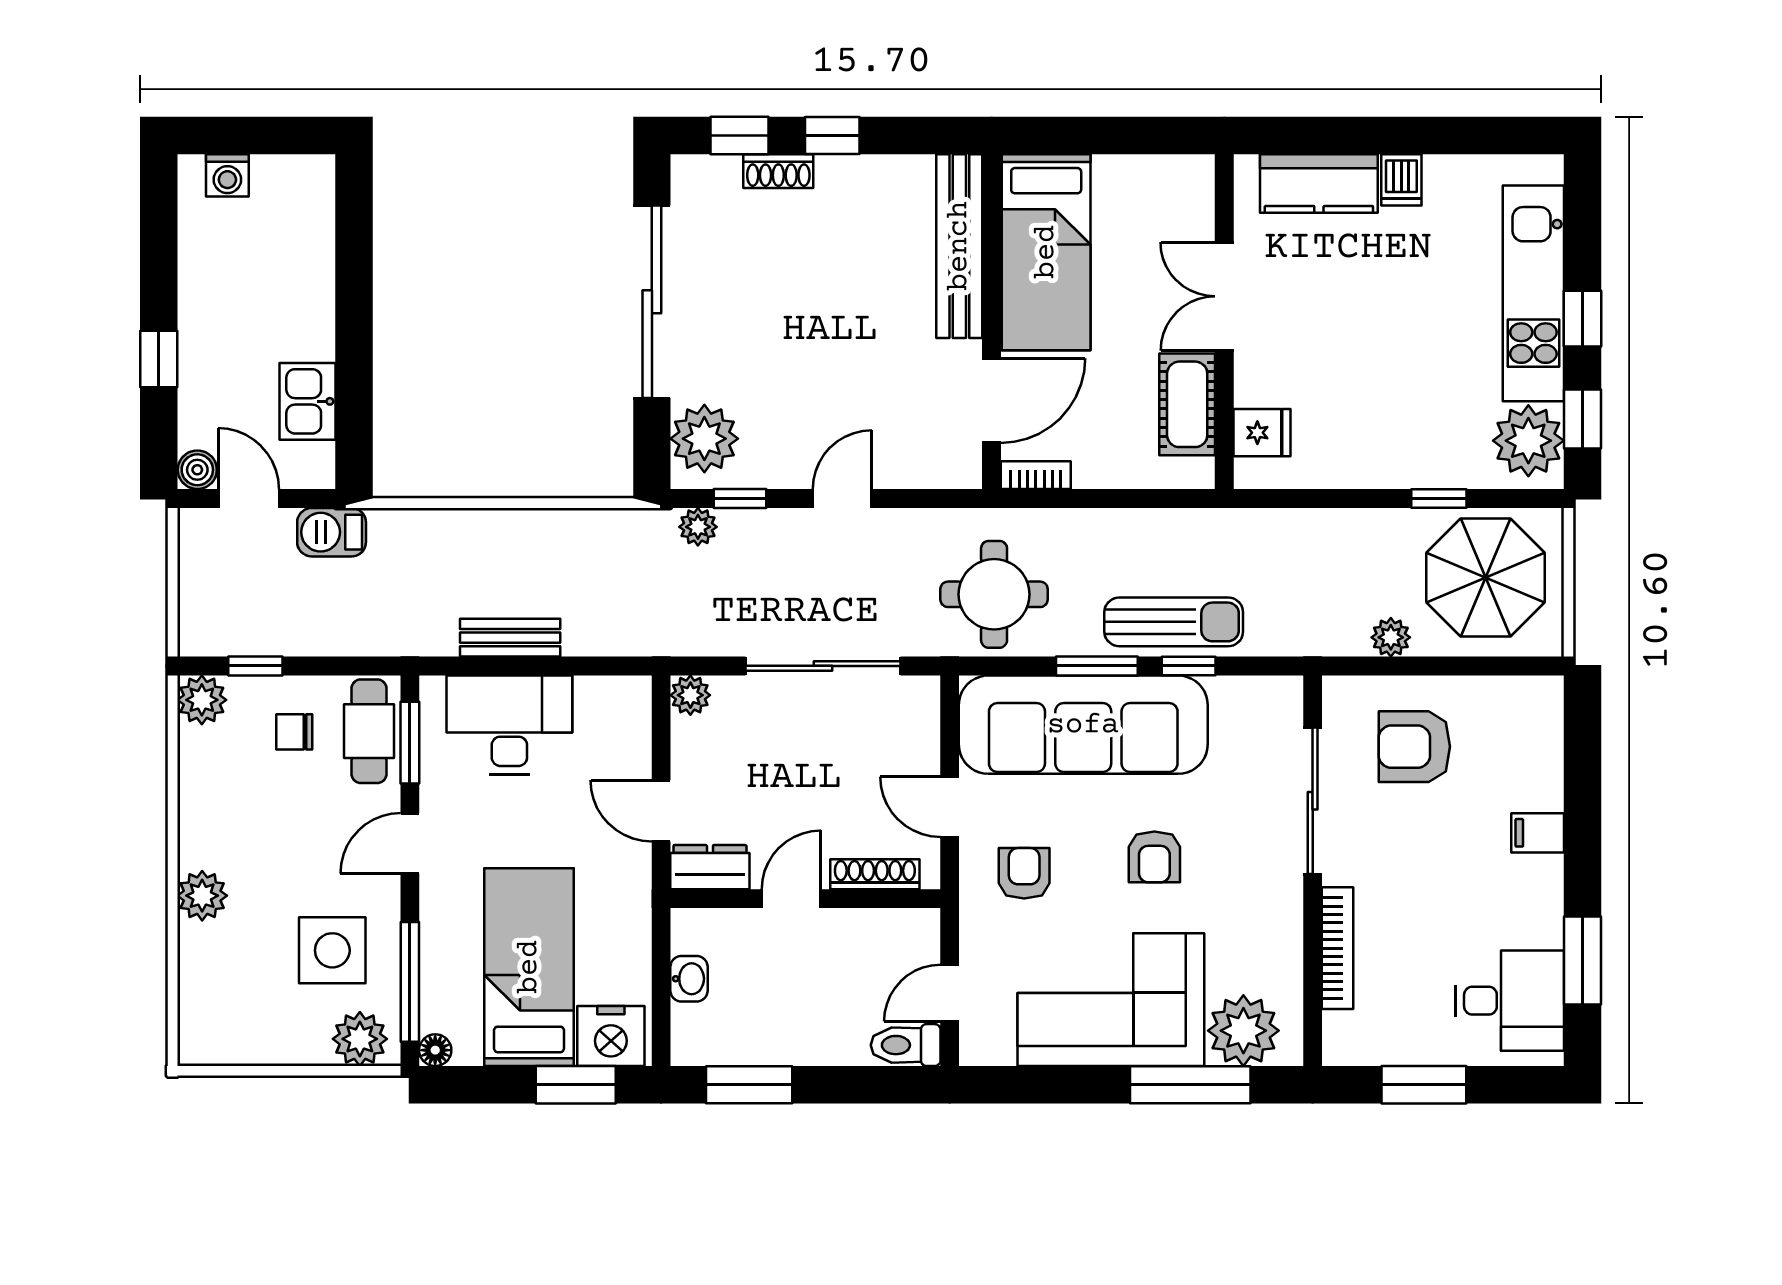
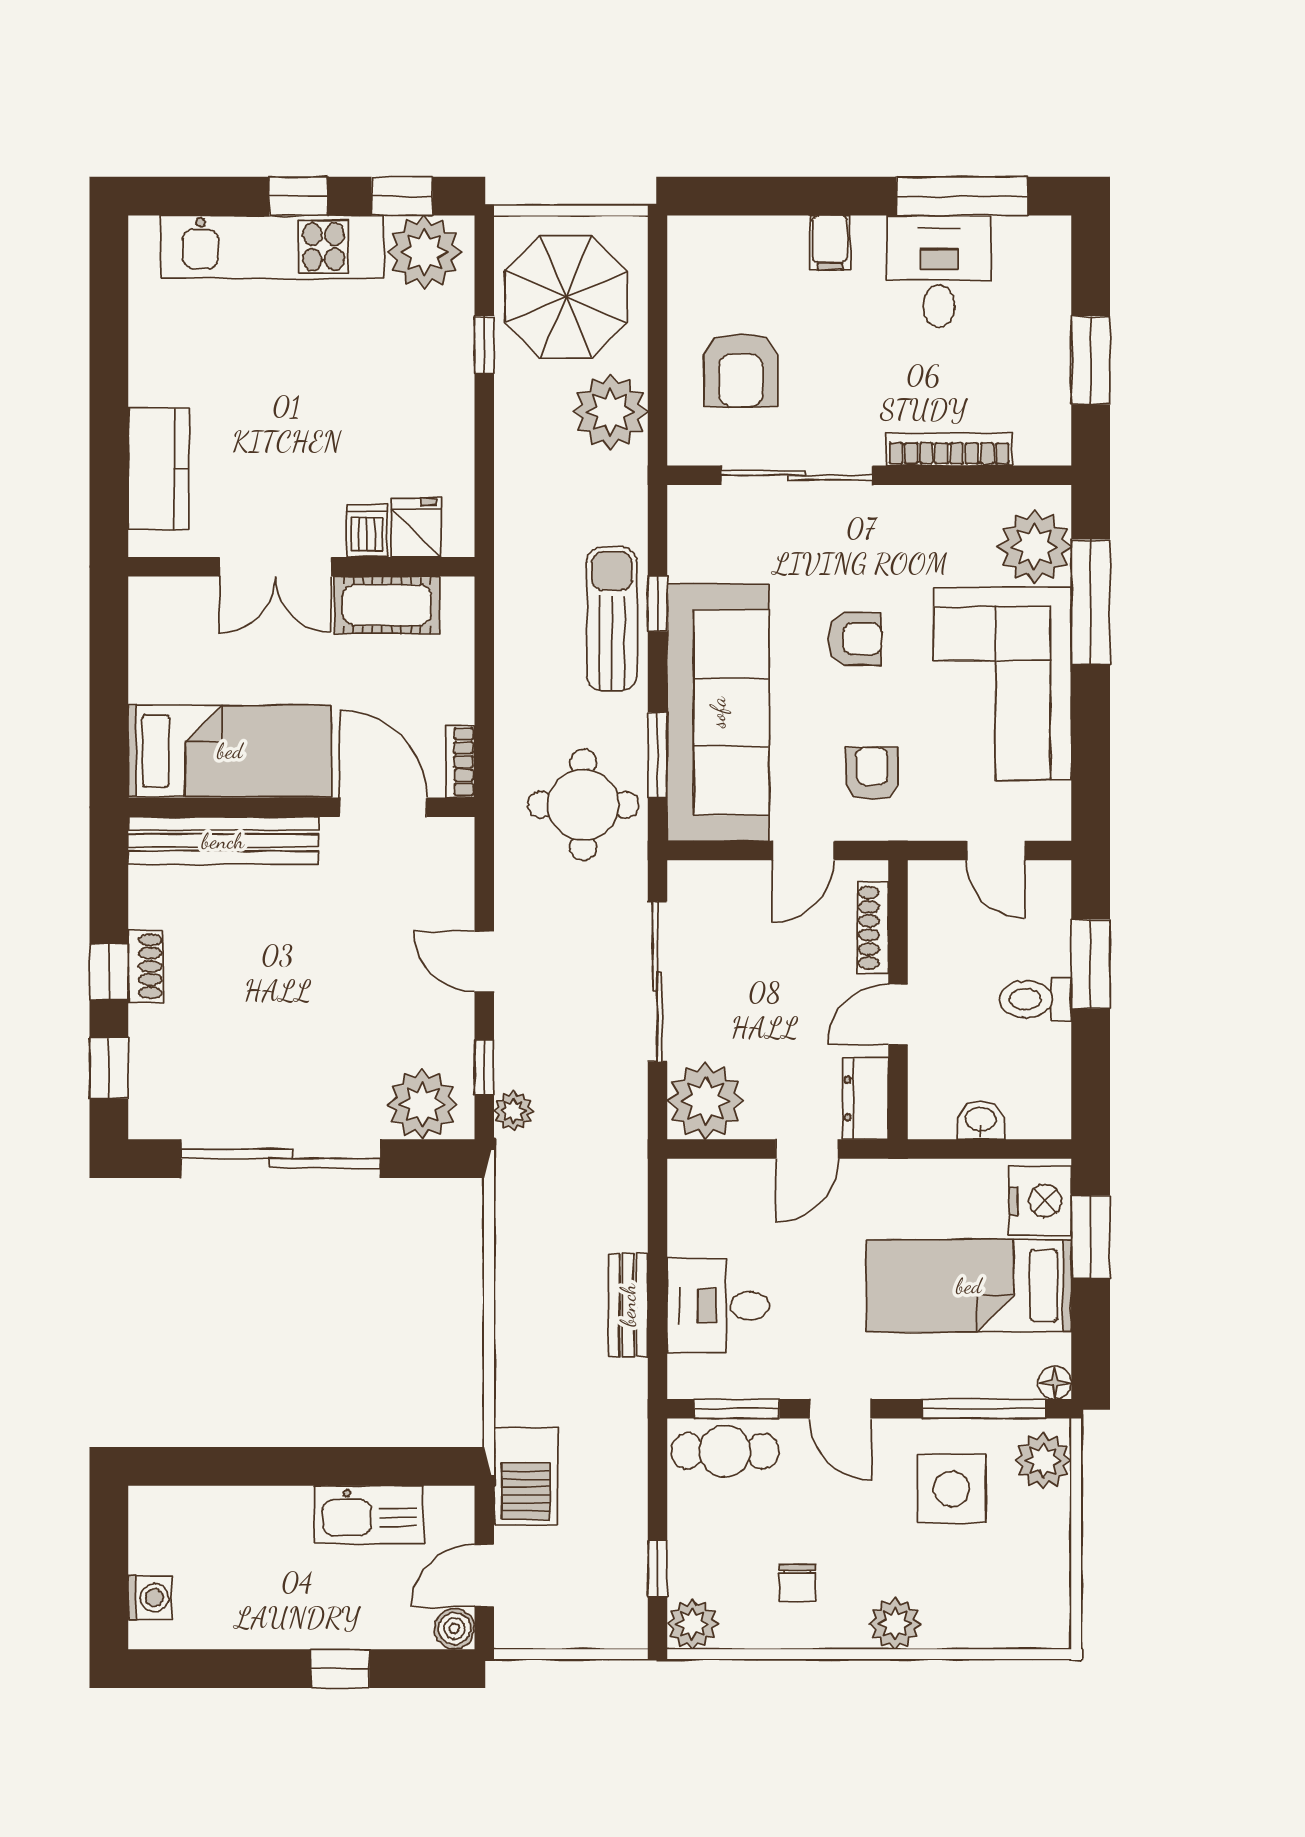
shoe rack: (778, 171) -> (146, 966), moved
dishwasher: (1401, 180) -> (367, 530), moved, turned -90
kitchen sink: (308, 401) -> (369, 1515), width x1.38
barbecue: (332, 532) -> (526, 1476), width x1.38, depth x1.27
plant: (1391, 637) -> (610, 412), width x1.87, depth x1.87
window: (1097, 666) -> (657, 755), moved
plant: (690, 695) -> (705, 1101), width x1.88, depth x1.88
desk: (509, 725) -> (718, 1306), width x0.73
chair: (294, 732) -> (798, 1583), moved
armchair: (1024, 873) -> (872, 774), turned 90
door: (791, 899) -> (898, 1014), hinge flipped
window: (1582, 960) -> (962, 196), width x1.44
desk: (1510, 1001) -> (939, 271), moved
toilet: (906, 1045) -> (1035, 999), moved, turned 90
window: (749, 1085) -> (1091, 964), moved

